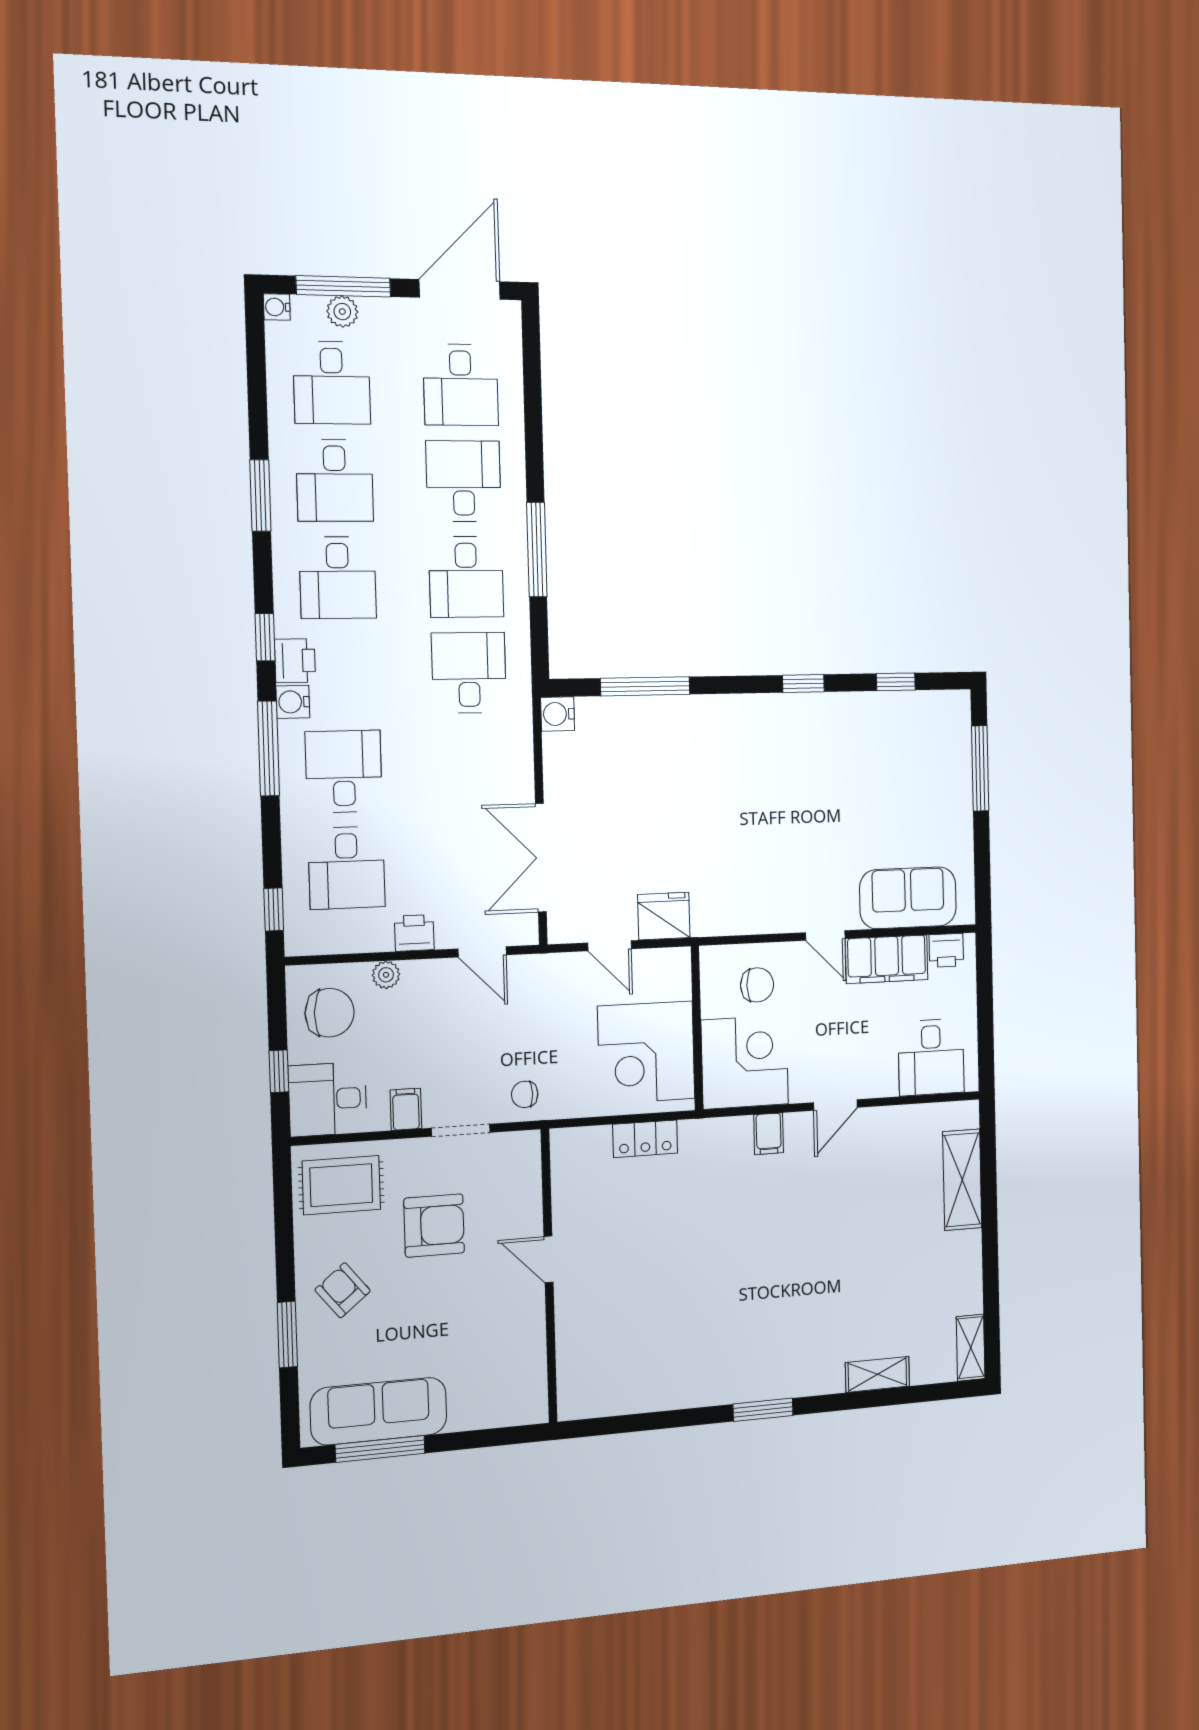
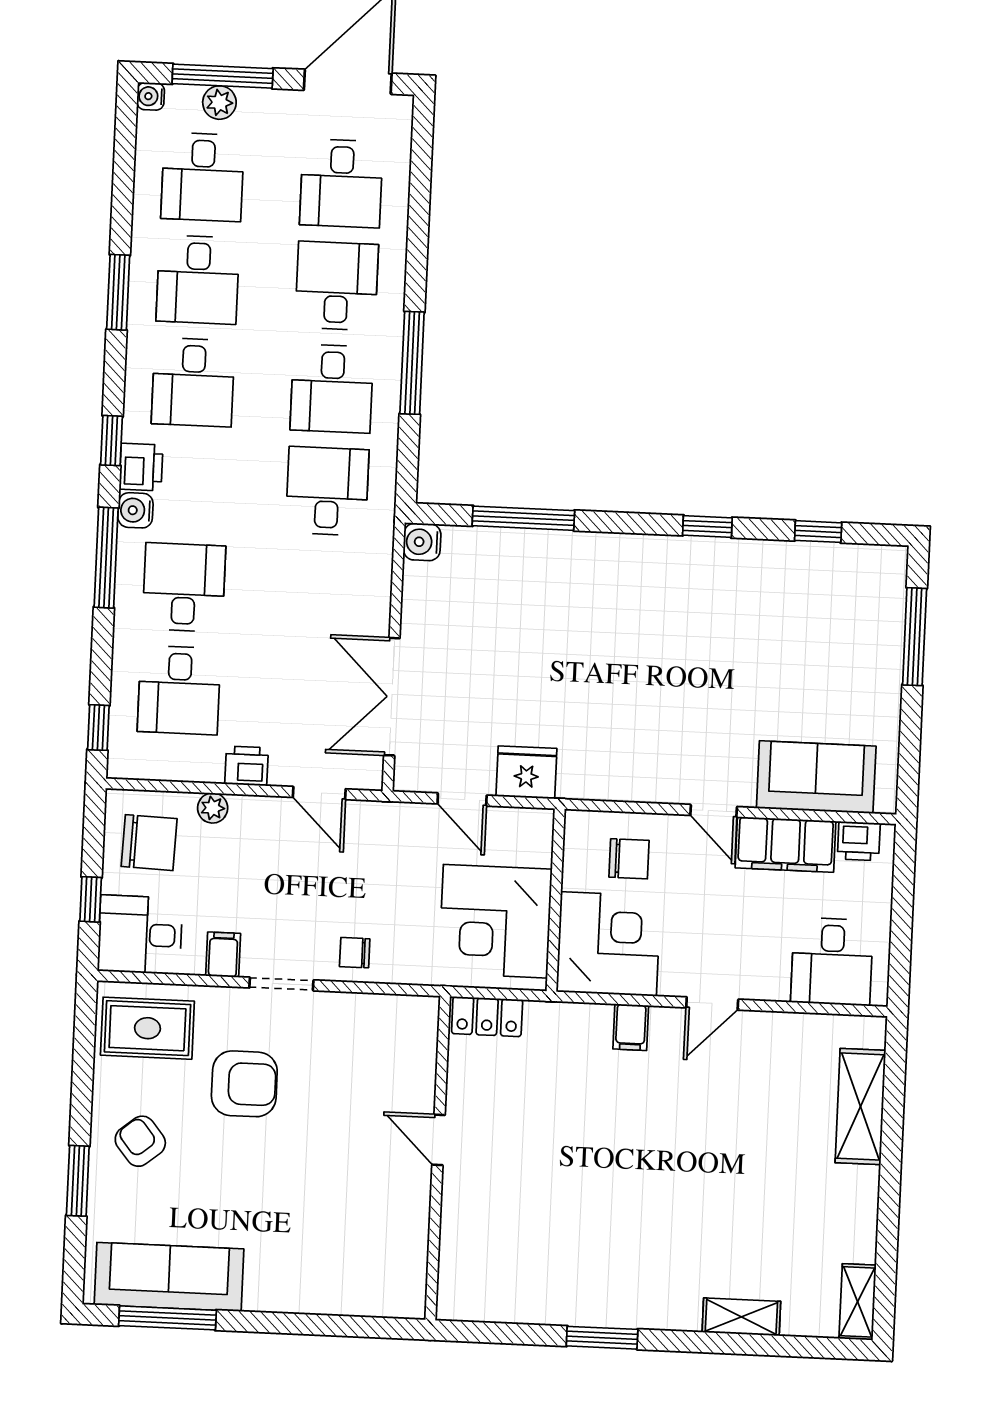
door: (549, 1259) -> (439, 1140), moved
wall: (549, 1276) -> (438, 1158), moved

